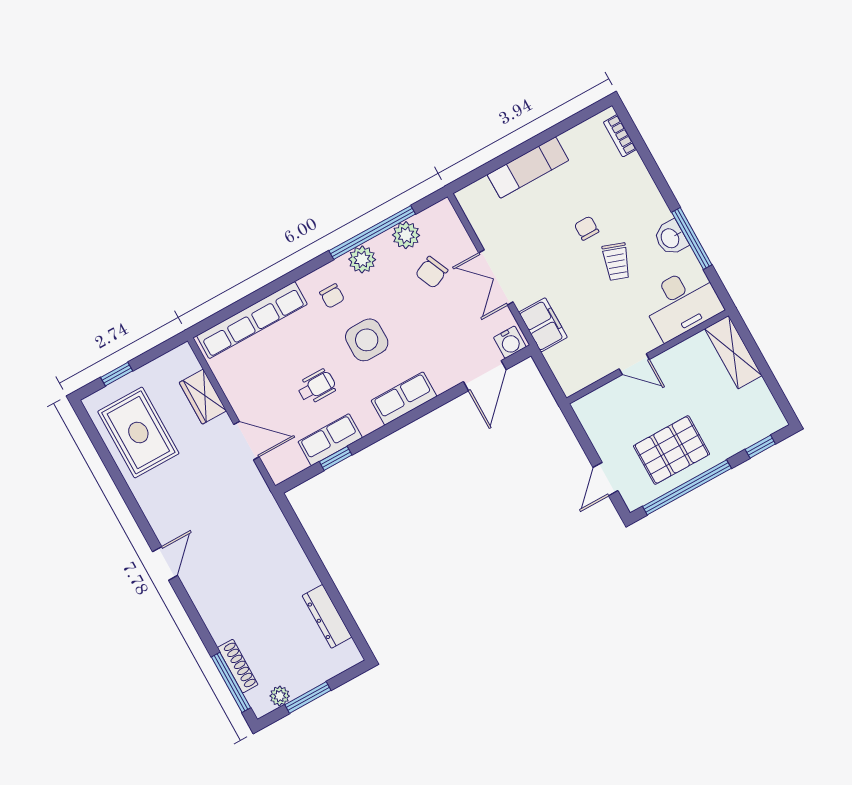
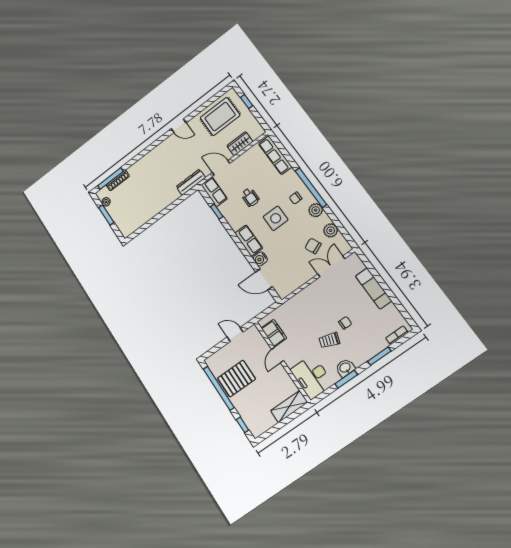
window: (655, 172) -> (379, 356), added
window: (372, 232) -> (311, 188), moved
window: (692, 238) -> (346, 379), width x0.69
double door: (496, 277) -> (331, 266), moved
row of seats: (252, 320) -> (275, 155), width x0.73
filing cabinet: (543, 325) -> (274, 333), moved, turned -90
water cooler: (510, 342) -> (260, 259), moved
row of seats: (330, 440) -> (214, 192), moved
door: (246, 441) -> (221, 168), swing flipped
pallet: (672, 450) -> (236, 379), turned 90
door: (605, 479) -> (235, 334), moved
door: (165, 563) -> (179, 126), moved
dresser: (327, 616) -> (191, 182), moved

